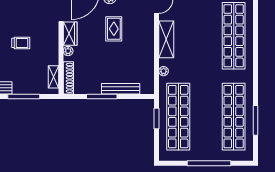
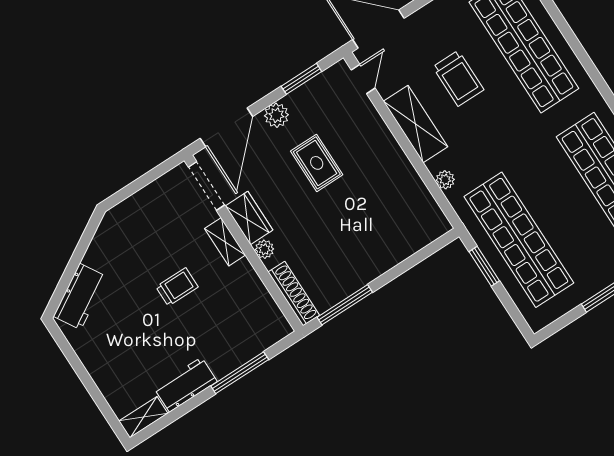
trolley: (197, 32) -> (458, 78), added
shelving: (53, 77) -> (225, 242), moved
bench: (121, 89) -> (393, 255), removed
window: (102, 96) -> (345, 305), moved

